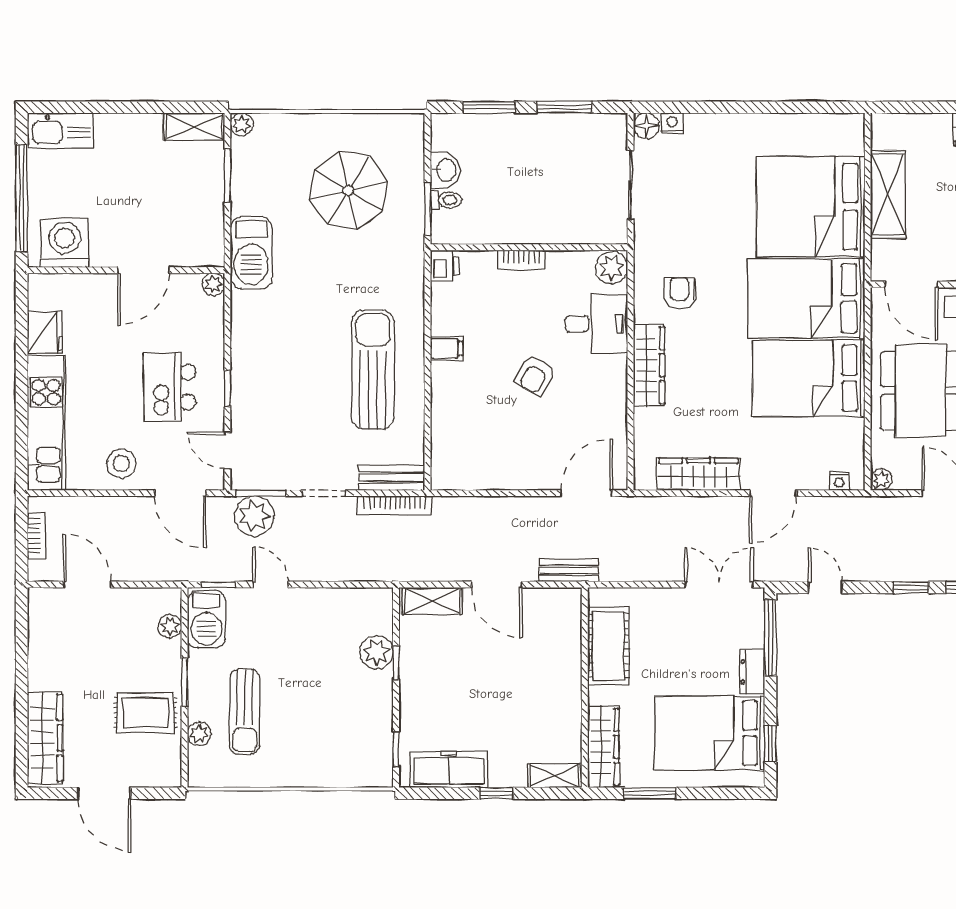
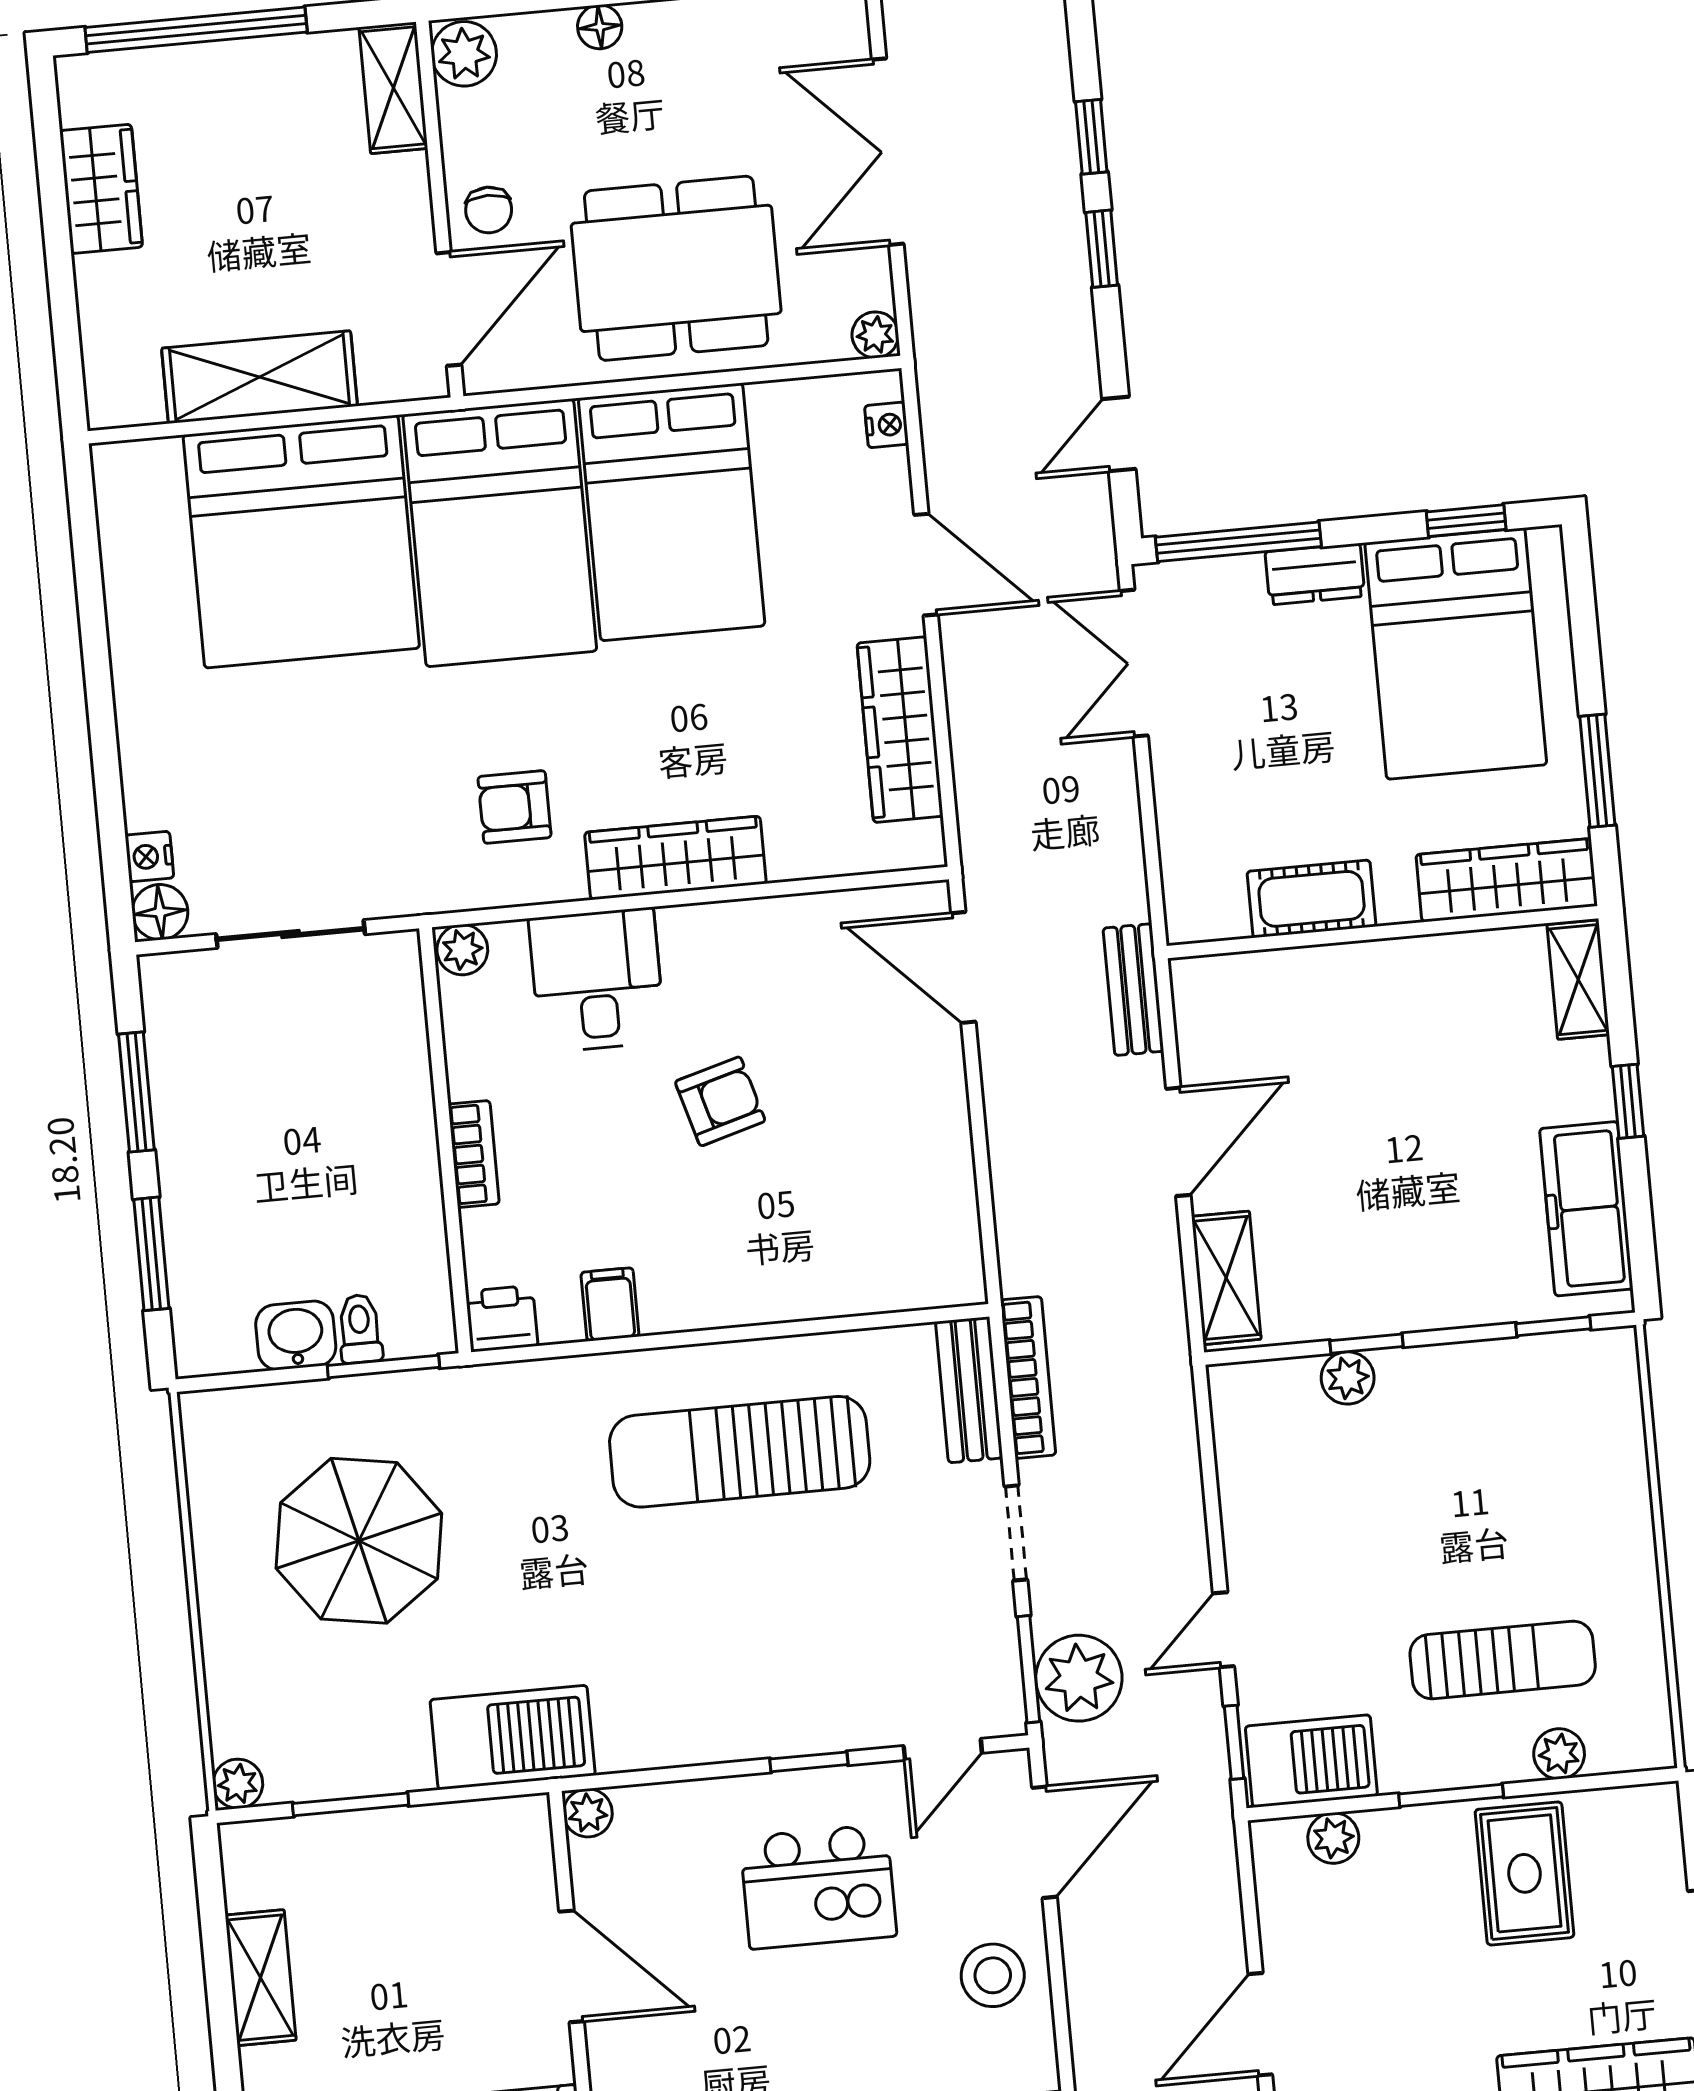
shelving: (194, 127) -> (261, 1978), moved
plant: (612, 268) -> (462, 950), width x0.73, depth x0.73
filing cabinet: (446, 348) -> (610, 1304), moved
armchair: (535, 375) -> (720, 1101), turned -45
cot: (608, 646) -> (1312, 899), width x0.73, depth x0.75
plant: (376, 652) -> (1348, 1378), width x0.73, depth x0.73

